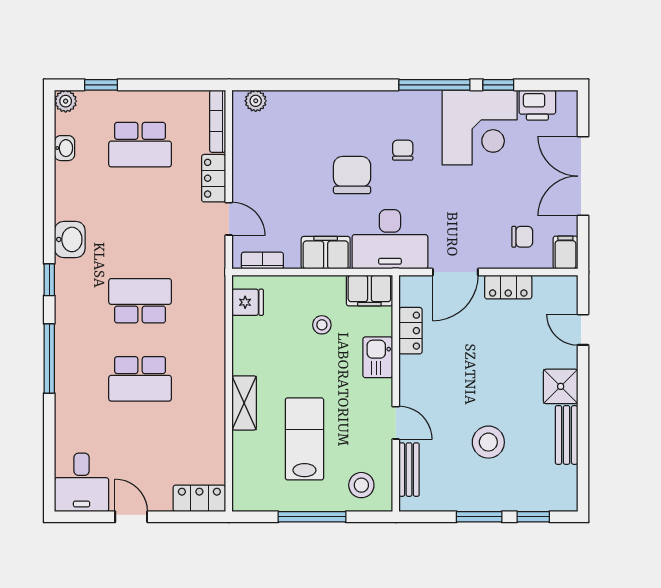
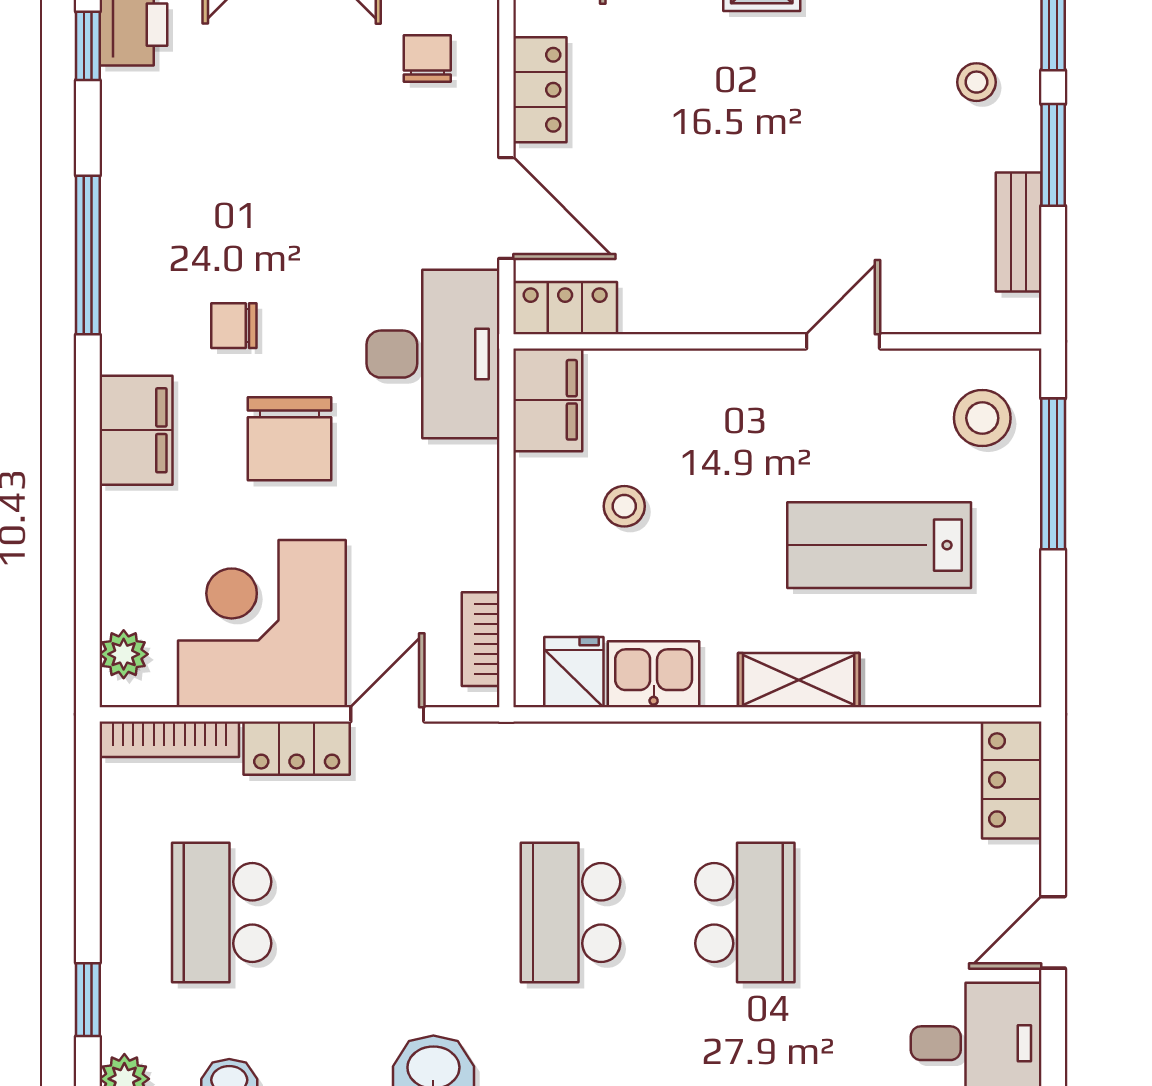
window: (498, 85) -> (88, 46), moved
corner desk: (480, 127) -> (262, 624), moved, turned -90
school desk: (140, 145) -> (222, 913), turned 180
chair: (352, 175) -> (289, 439), turned -90
filing cabinet: (326, 253) -> (136, 430), moved, turned 180
locker: (411, 331) -> (565, 308), moved
kitchen sink: (378, 357) -> (654, 674), moved, turned 180
stool: (488, 442) -> (976, 82), moved, width x0.53, depth x0.53
bench: (409, 470) -> (1019, 232), moved, turned 90
window: (312, 517) -> (1053, 474), moved

